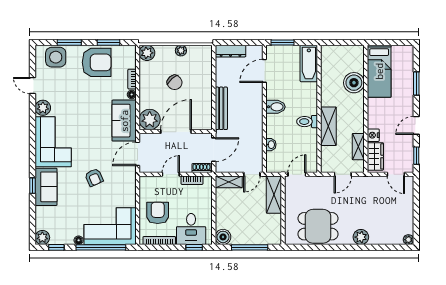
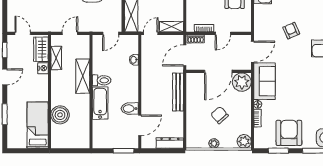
armchair: (97, 62) -> (289, 133), turned 90
bathtub: (309, 64) -> (100, 103), moved
bidet: (276, 107) -> (130, 109), moved

